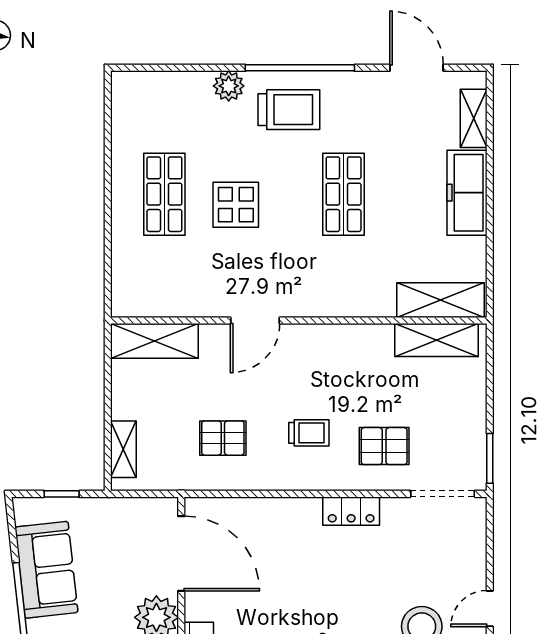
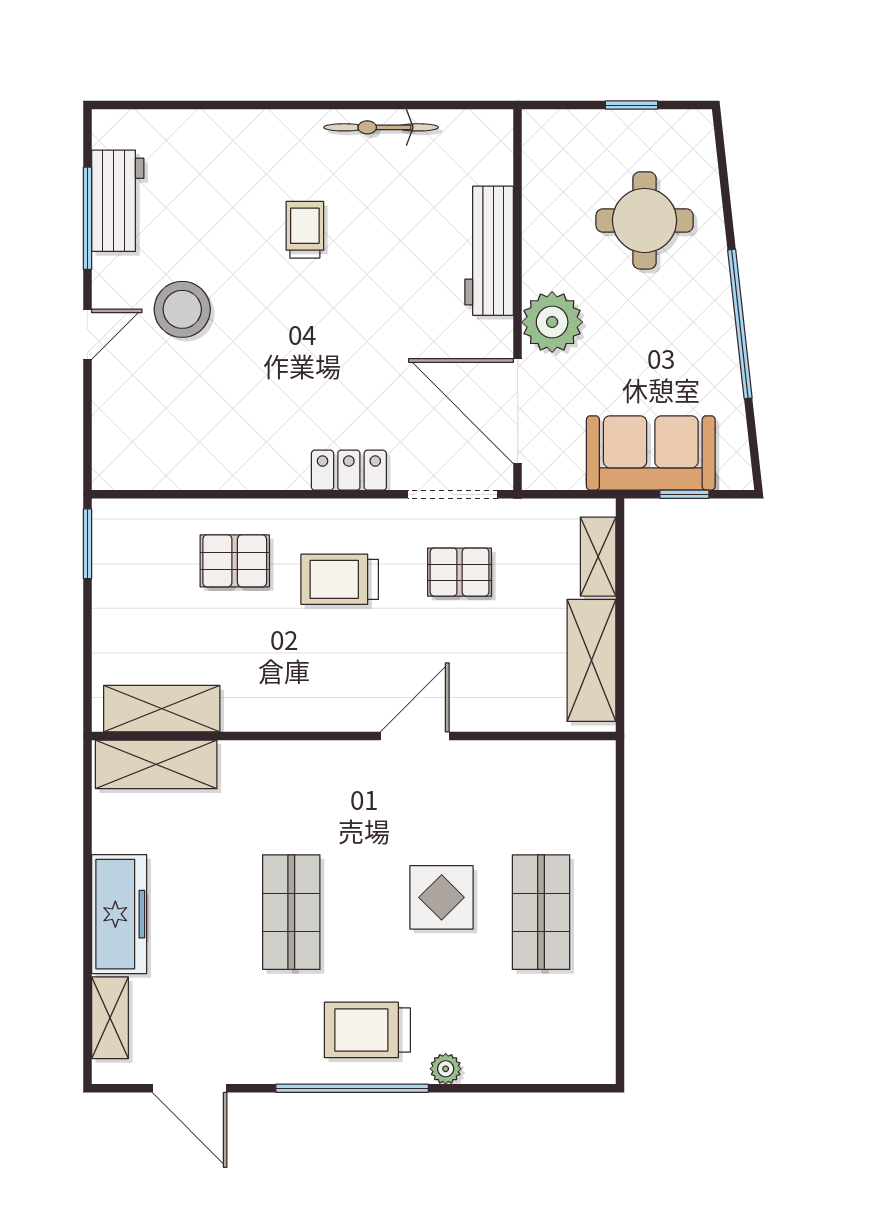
plant: (229, 86) -> (446, 1069), width x0.73, depth x0.73
shelving: (154, 341) -> (592, 660), moved, turned 90
trolley: (309, 433) -> (340, 579), width x1.36, depth x1.39
doorway: (443, 494) -> (453, 494), moved
locker: (351, 511) -> (349, 470), moved
sofa: (46, 570) -> (651, 453), moved, turned 96

